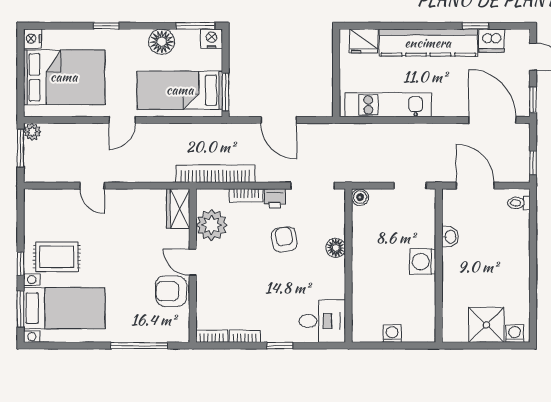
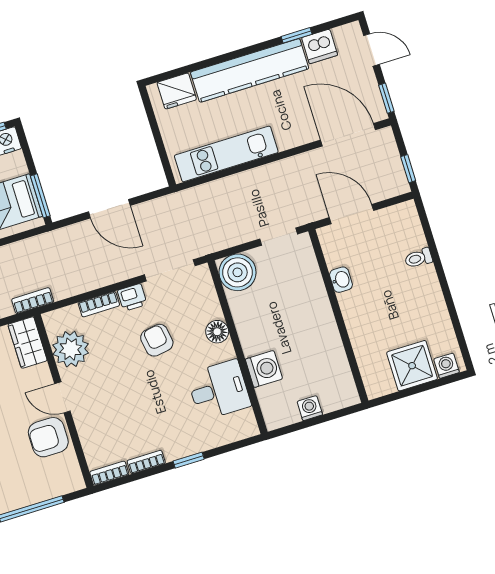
bookcase: (215, 174) -> (33, 301), width x0.43, depth x0.76
boiler: (360, 197) -> (237, 272), width x1.86, depth x1.86
toilet: (519, 203) -> (418, 258), moved
washing machine: (423, 262) -> (264, 369), moved, turned 180
desk: (322, 321) -> (219, 390), moved

